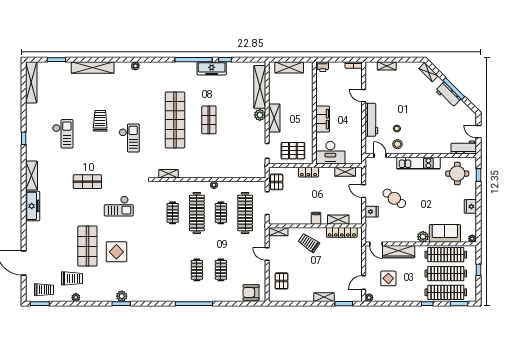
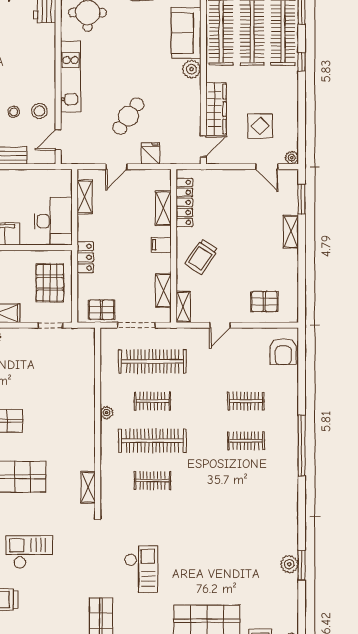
shelving: (288, 220) -> (163, 291), added
display table: (116, 252) -> (216, 573), removed

